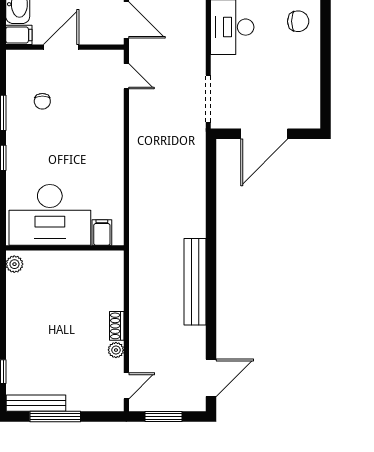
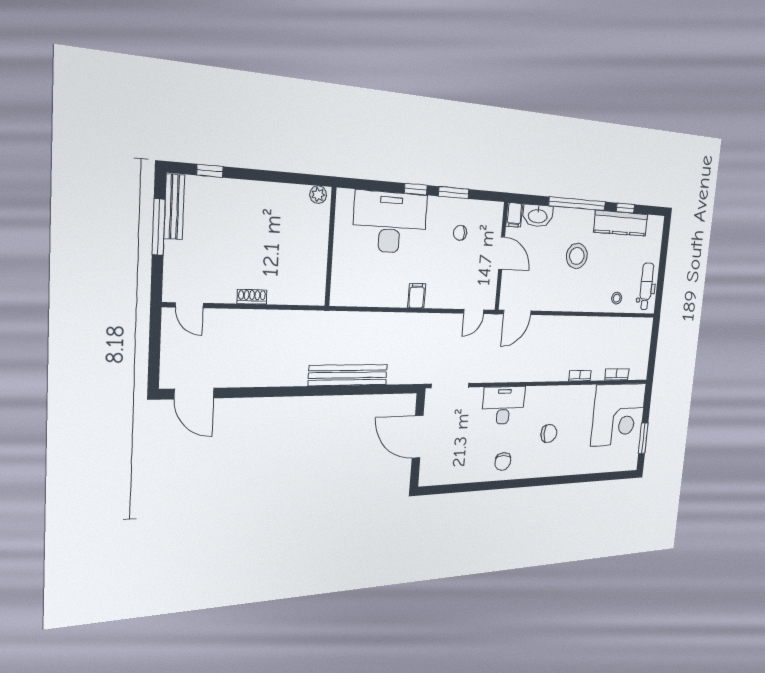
desk: (50, 215) -> (390, 222), moved, turned 90
filing cabinet: (102, 233) -> (417, 296), moved, turned -90
bench: (195, 282) -> (348, 375), moved
plant: (116, 350) -> (227, 295), removed
window: (163, 416) -> (155, 344), removed

